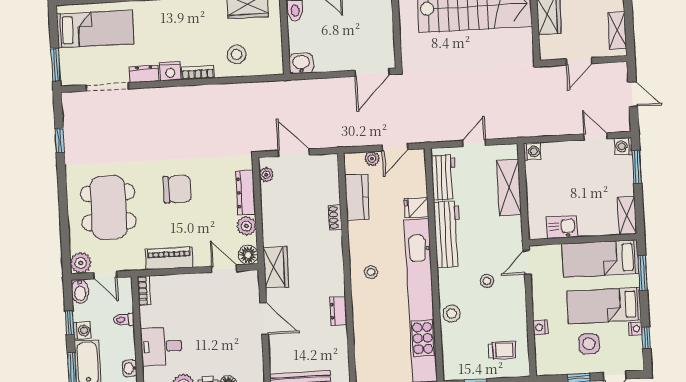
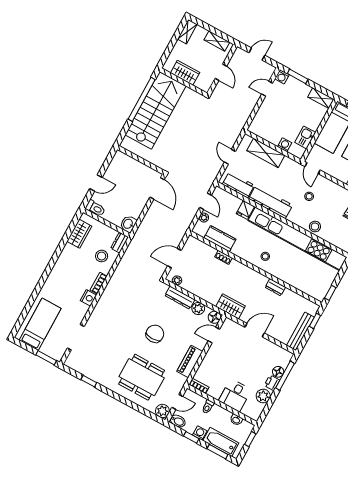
dresser: (144, 74) -> (120, 243), moved
washing machine: (532, 152) -> (285, 145), moved

